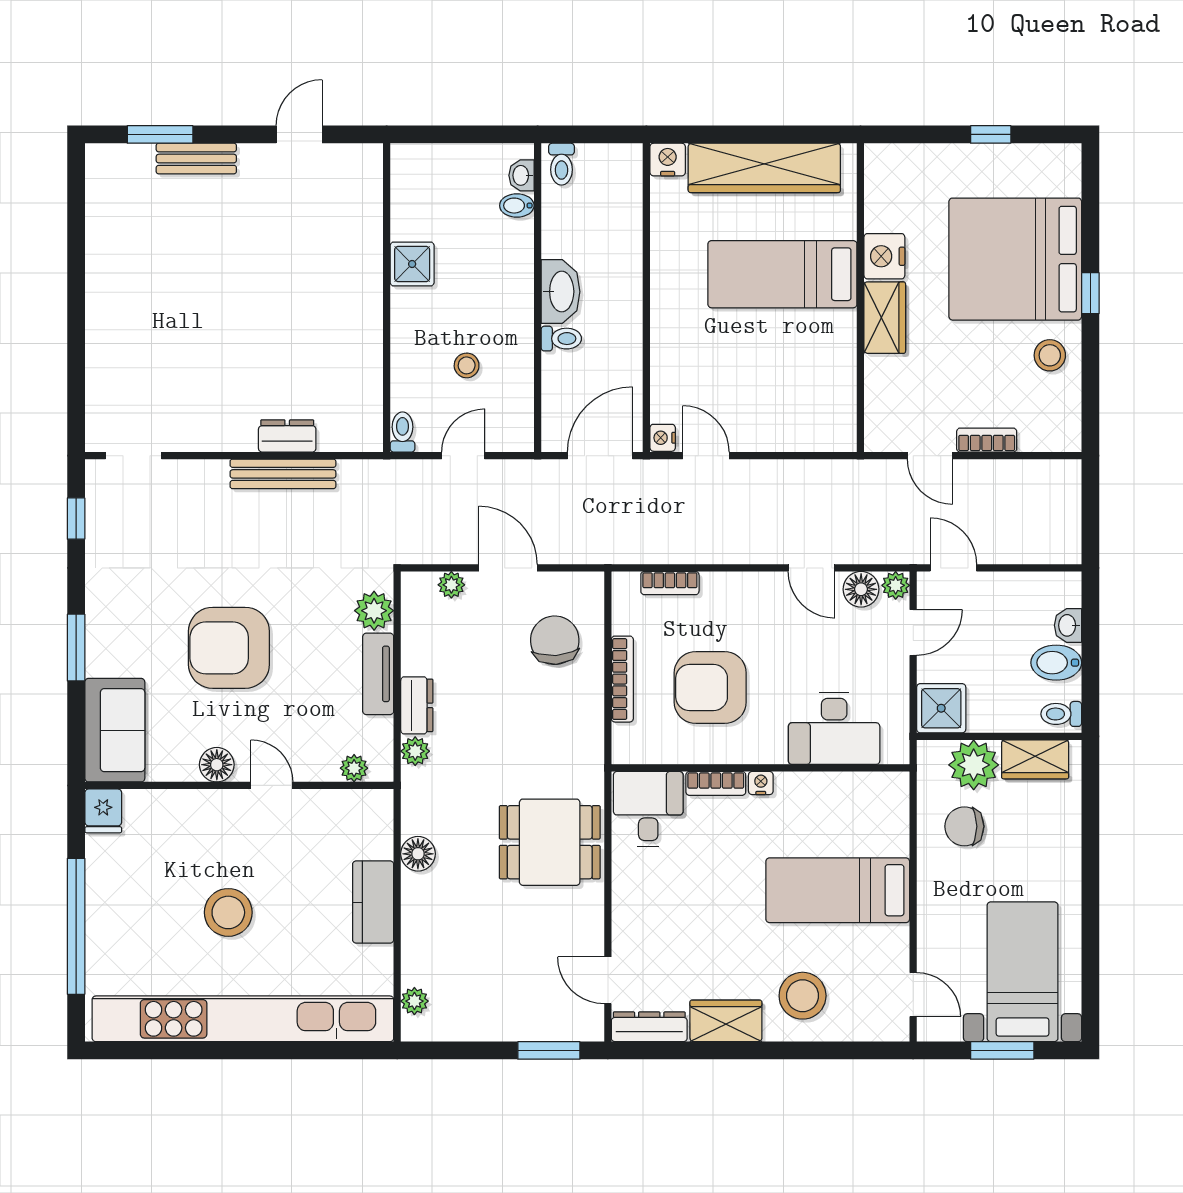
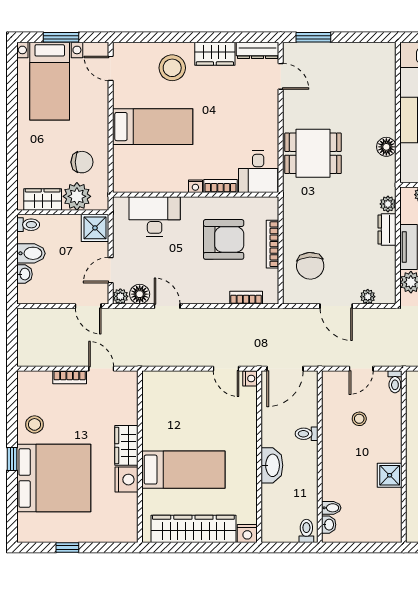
washbasin: (561, 292) -> (272, 465), moved, turned 180
plant: (414, 1001) -> (388, 65), removed

